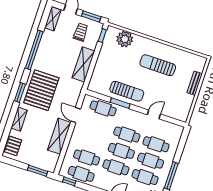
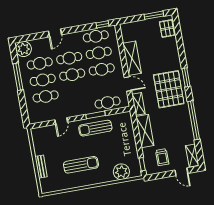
window: (91, 16) -> (160, 175), removed
shelving: (19, 119) -> (139, 104), moved
cafe table: (127, 134) -> (102, 69), moved
window: (38, 171) -> (154, 15), moved

